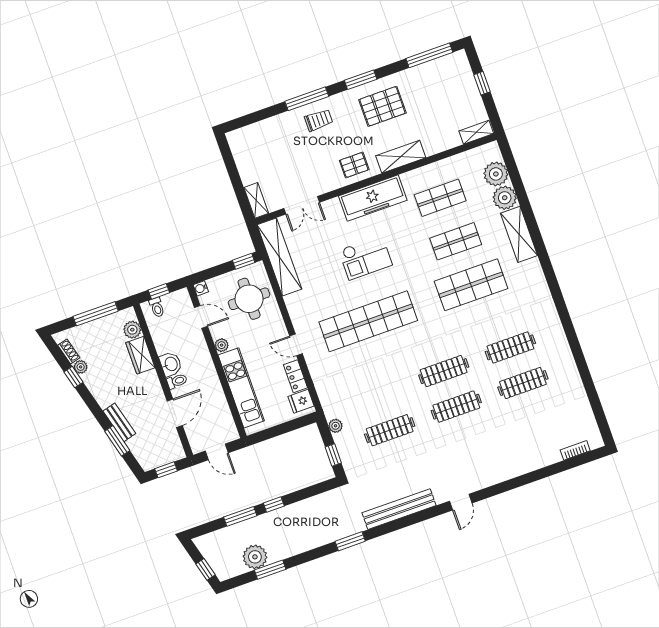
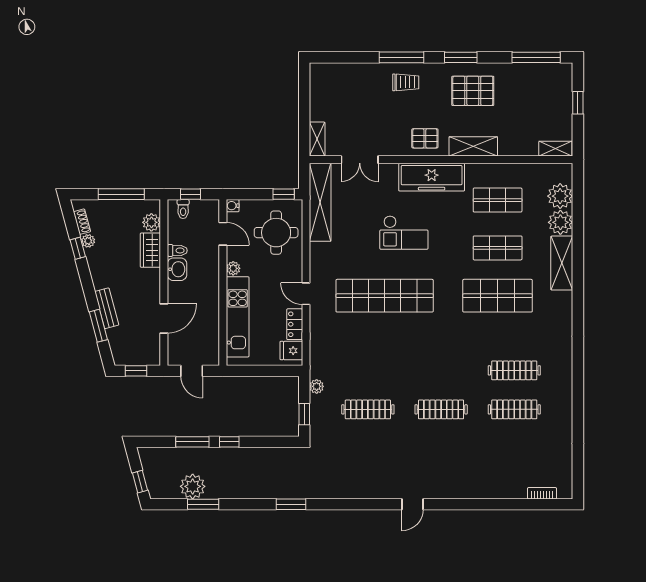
clothes rail: (444, 371) -> (441, 370), removed
toilet: (177, 381) -> (177, 250), moved
bench: (399, 509) -> (350, 490), removed

